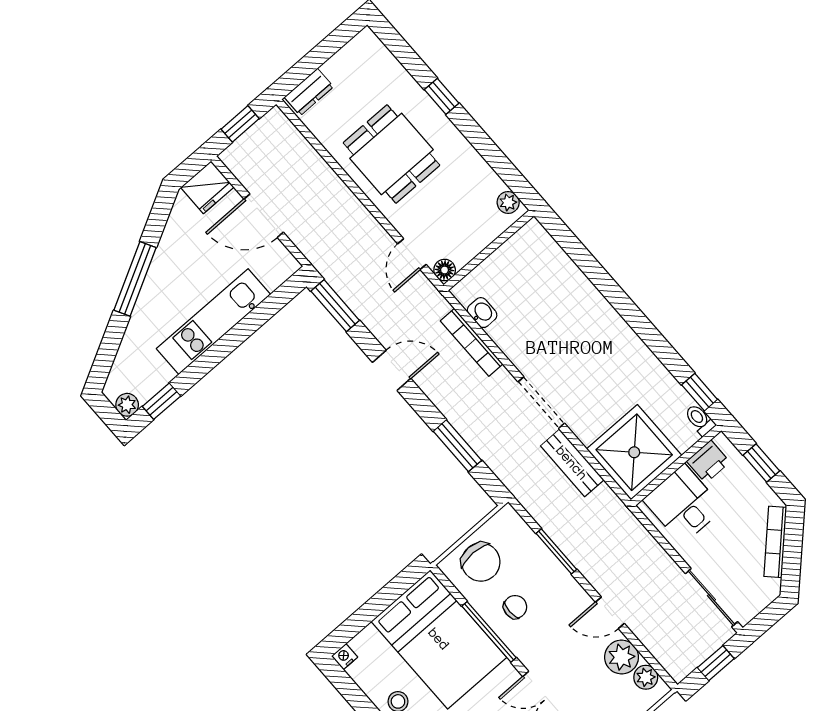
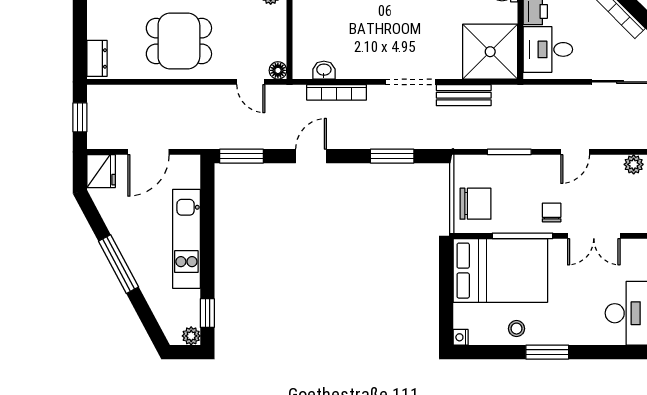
chair: (515, 607) -> (552, 213), moved
plant: (622, 657) -> (608, 168), removed

